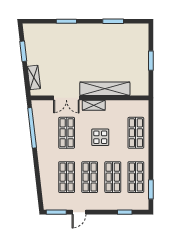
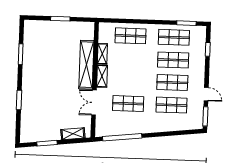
double door: (66, 98) -> (94, 103), swing flipped
shelving: (117, 105) -> (102, 54), added
display table: (100, 137) -> (134, 71), removed

